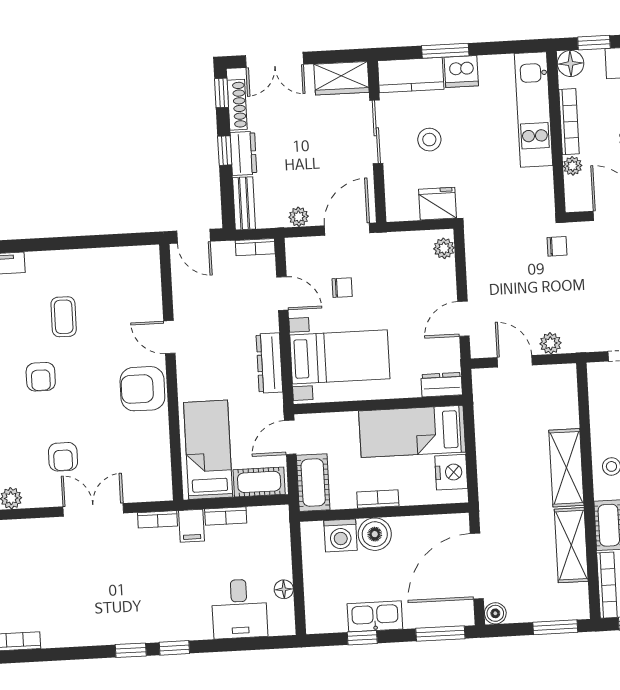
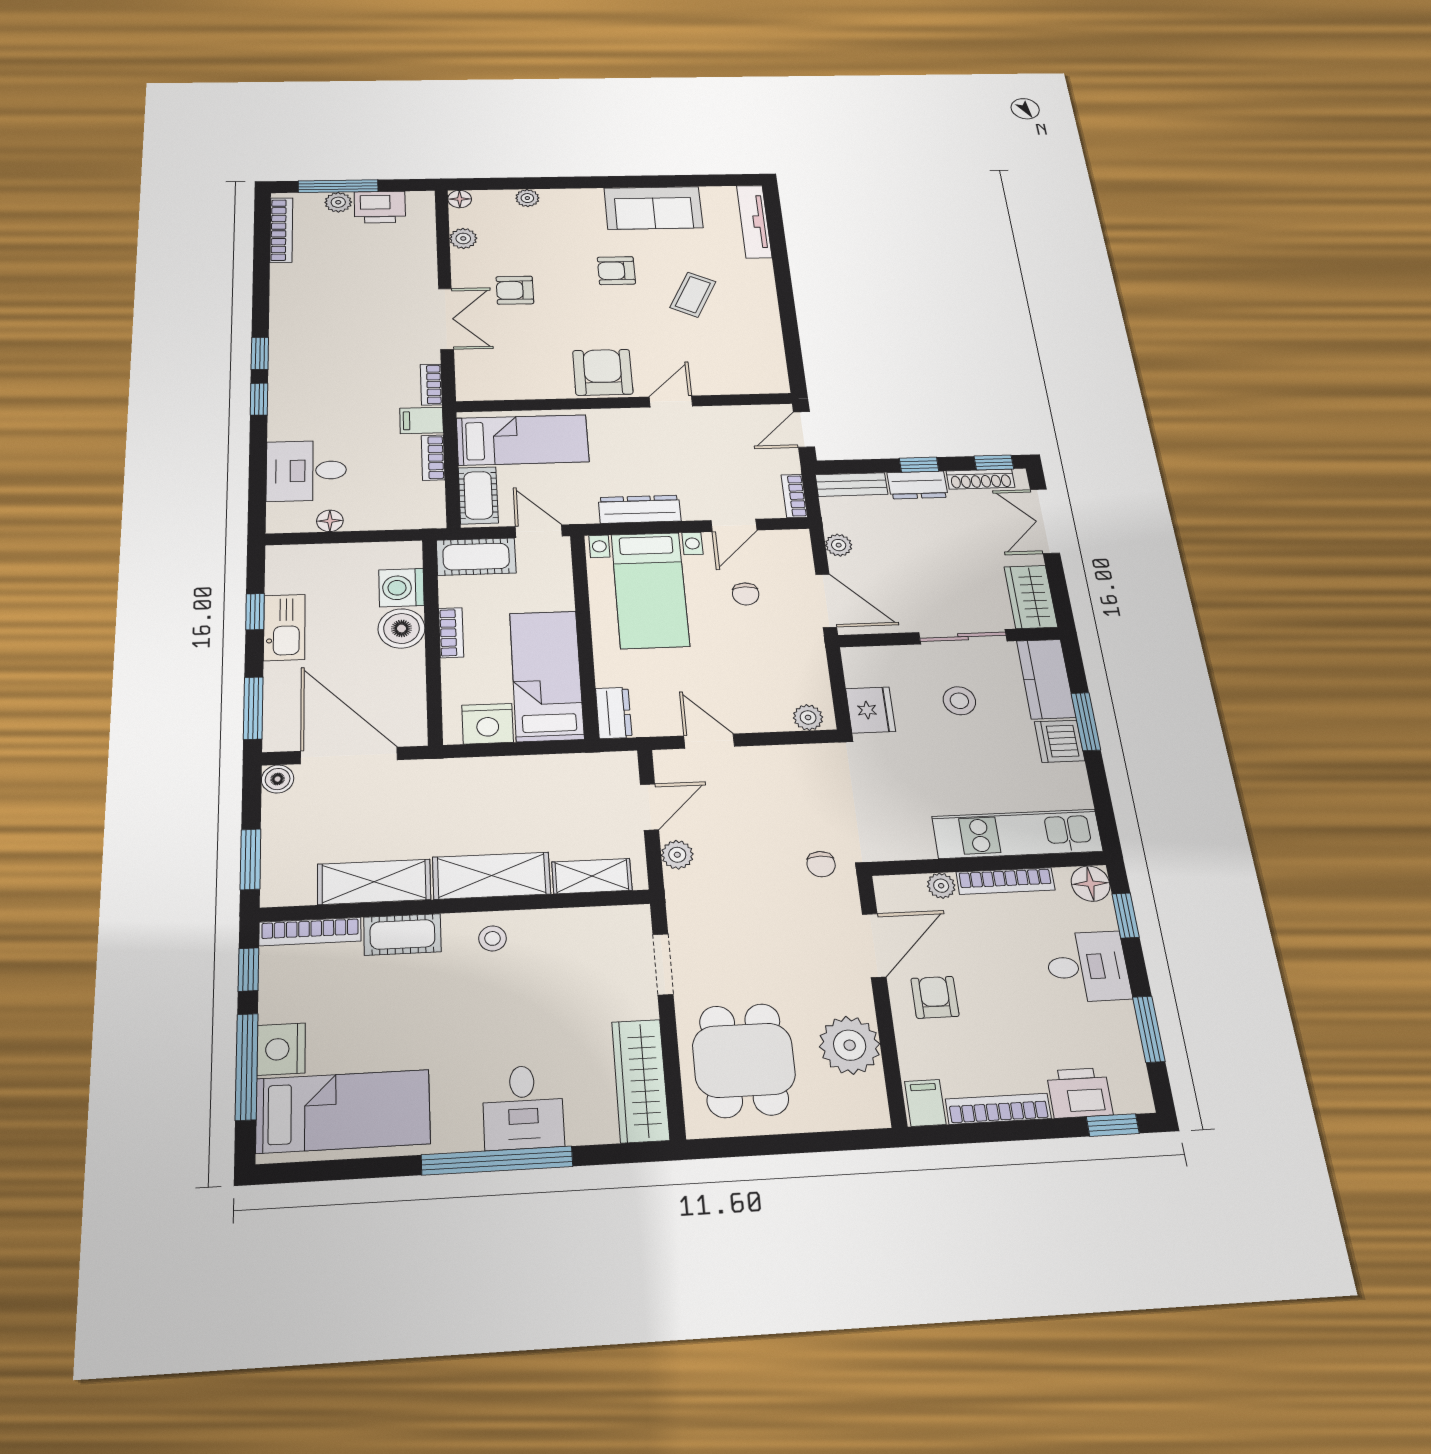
coffee table: (64, 317) -> (693, 295), turned -64
shelving: (567, 401) -> (592, 876), added

